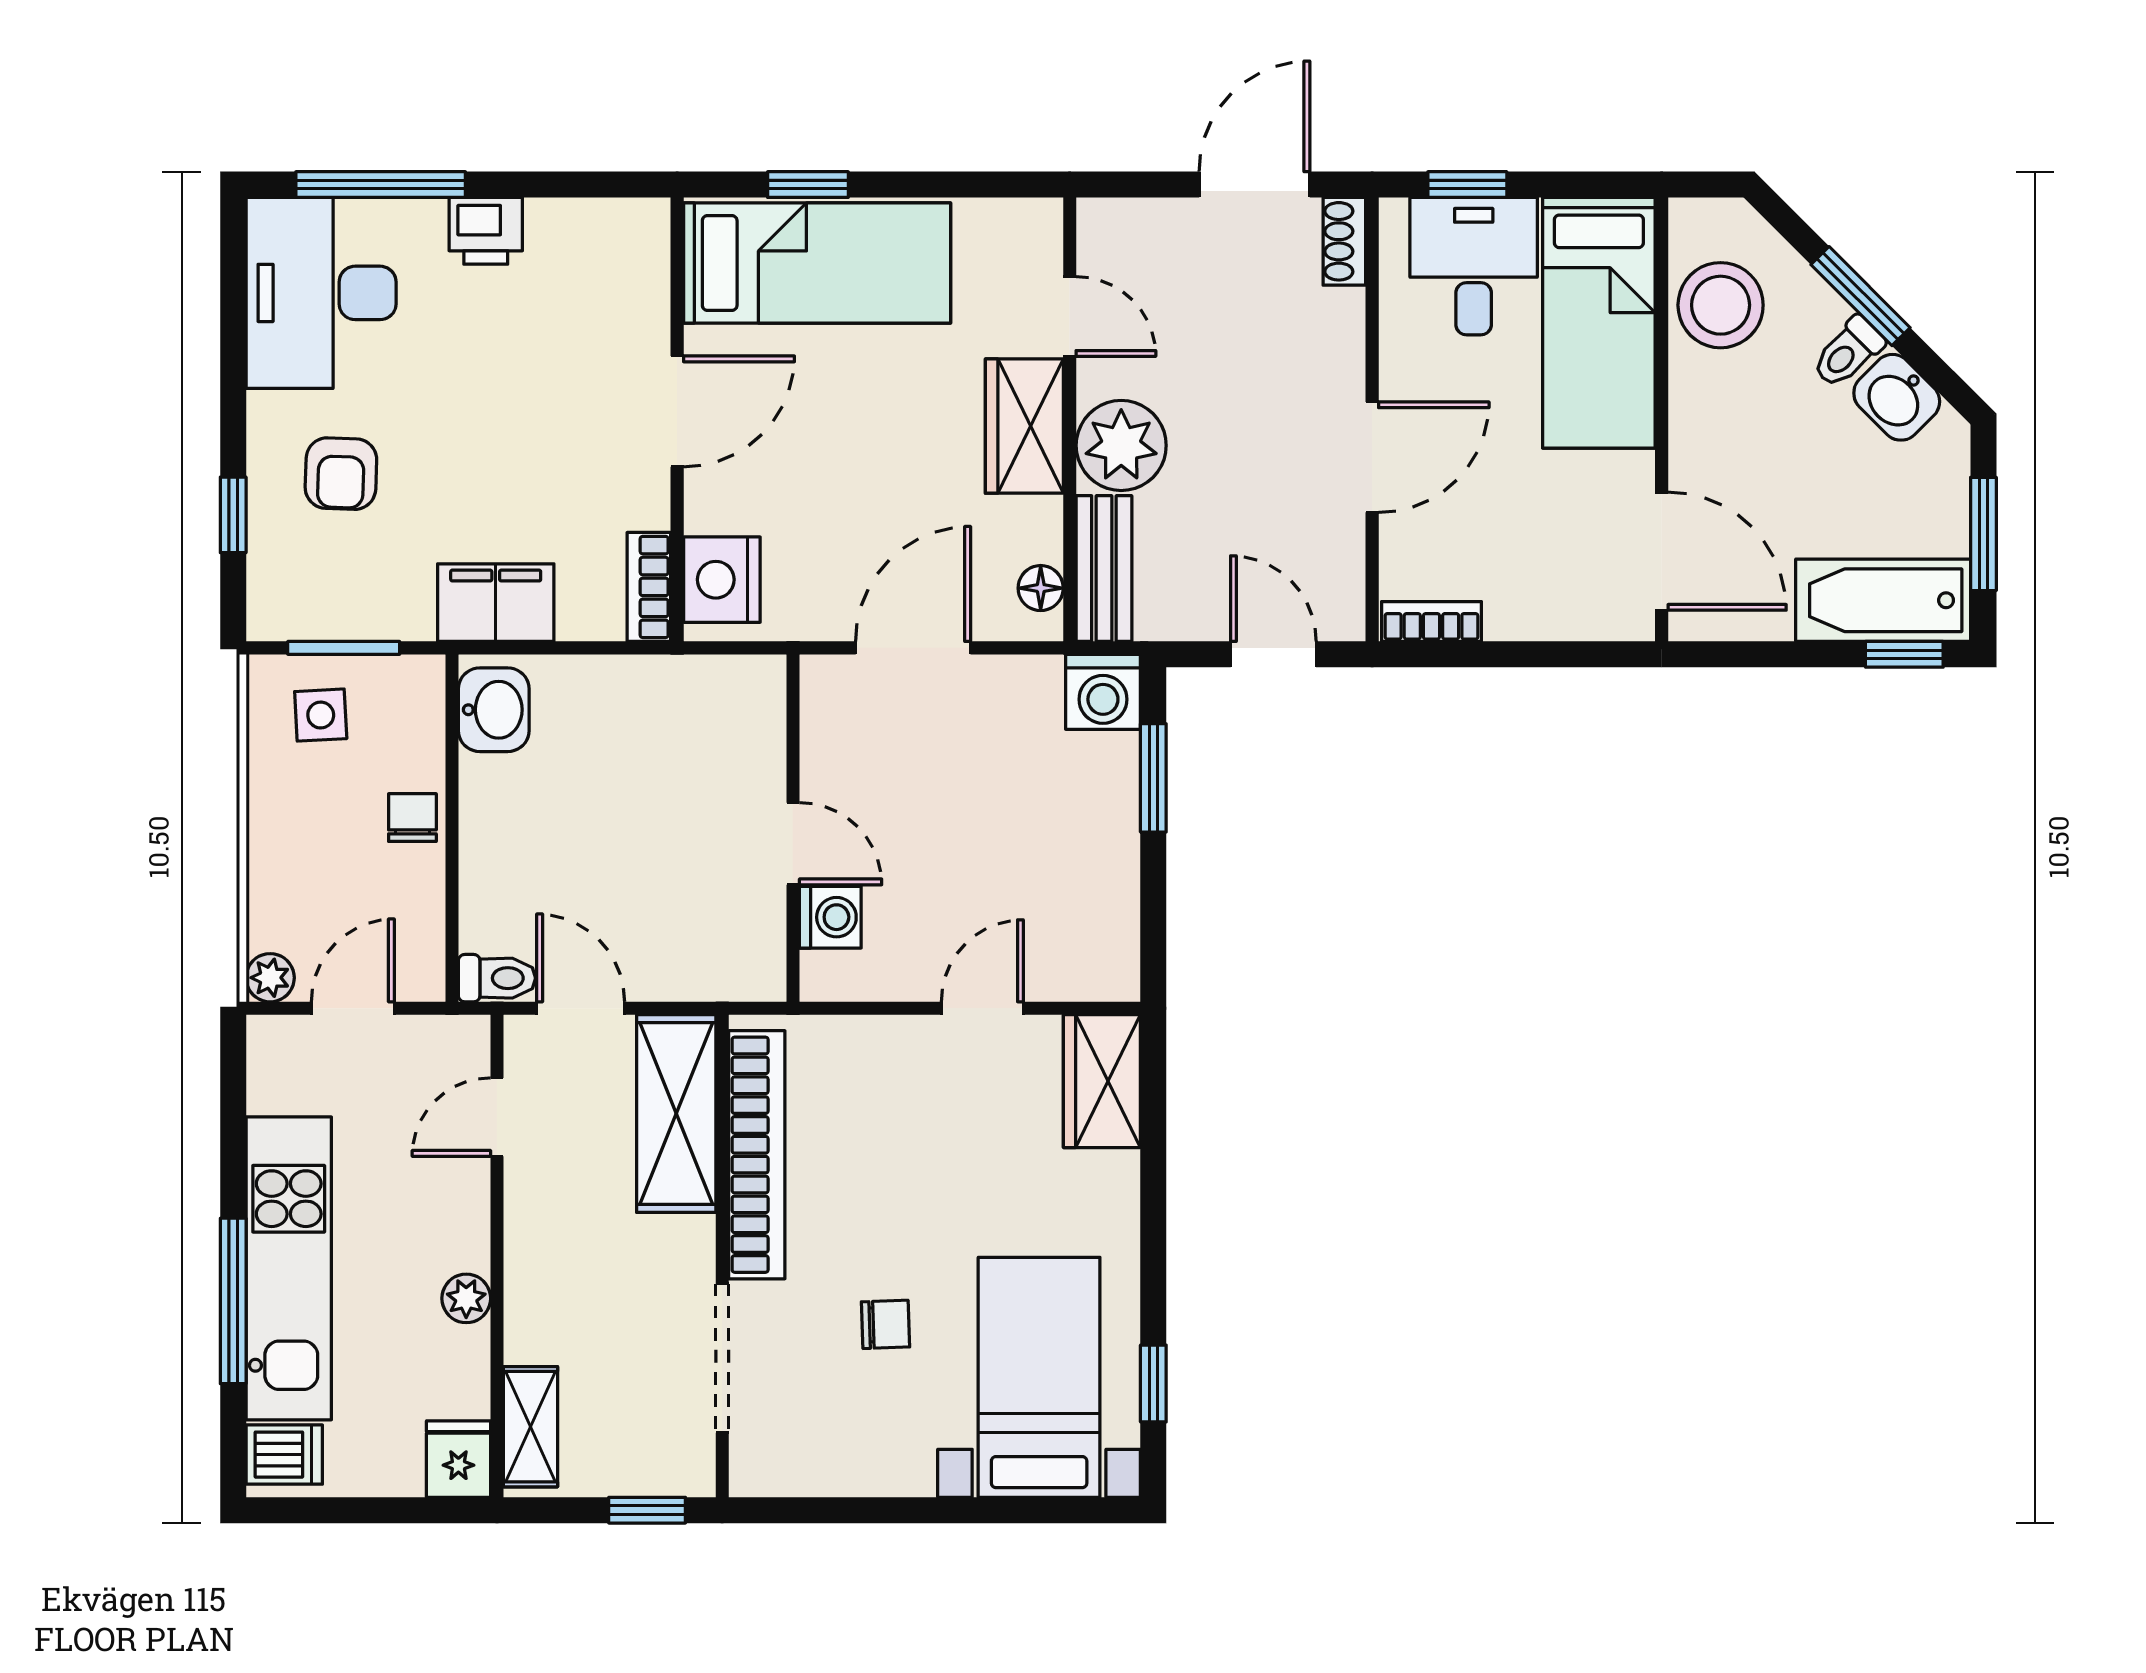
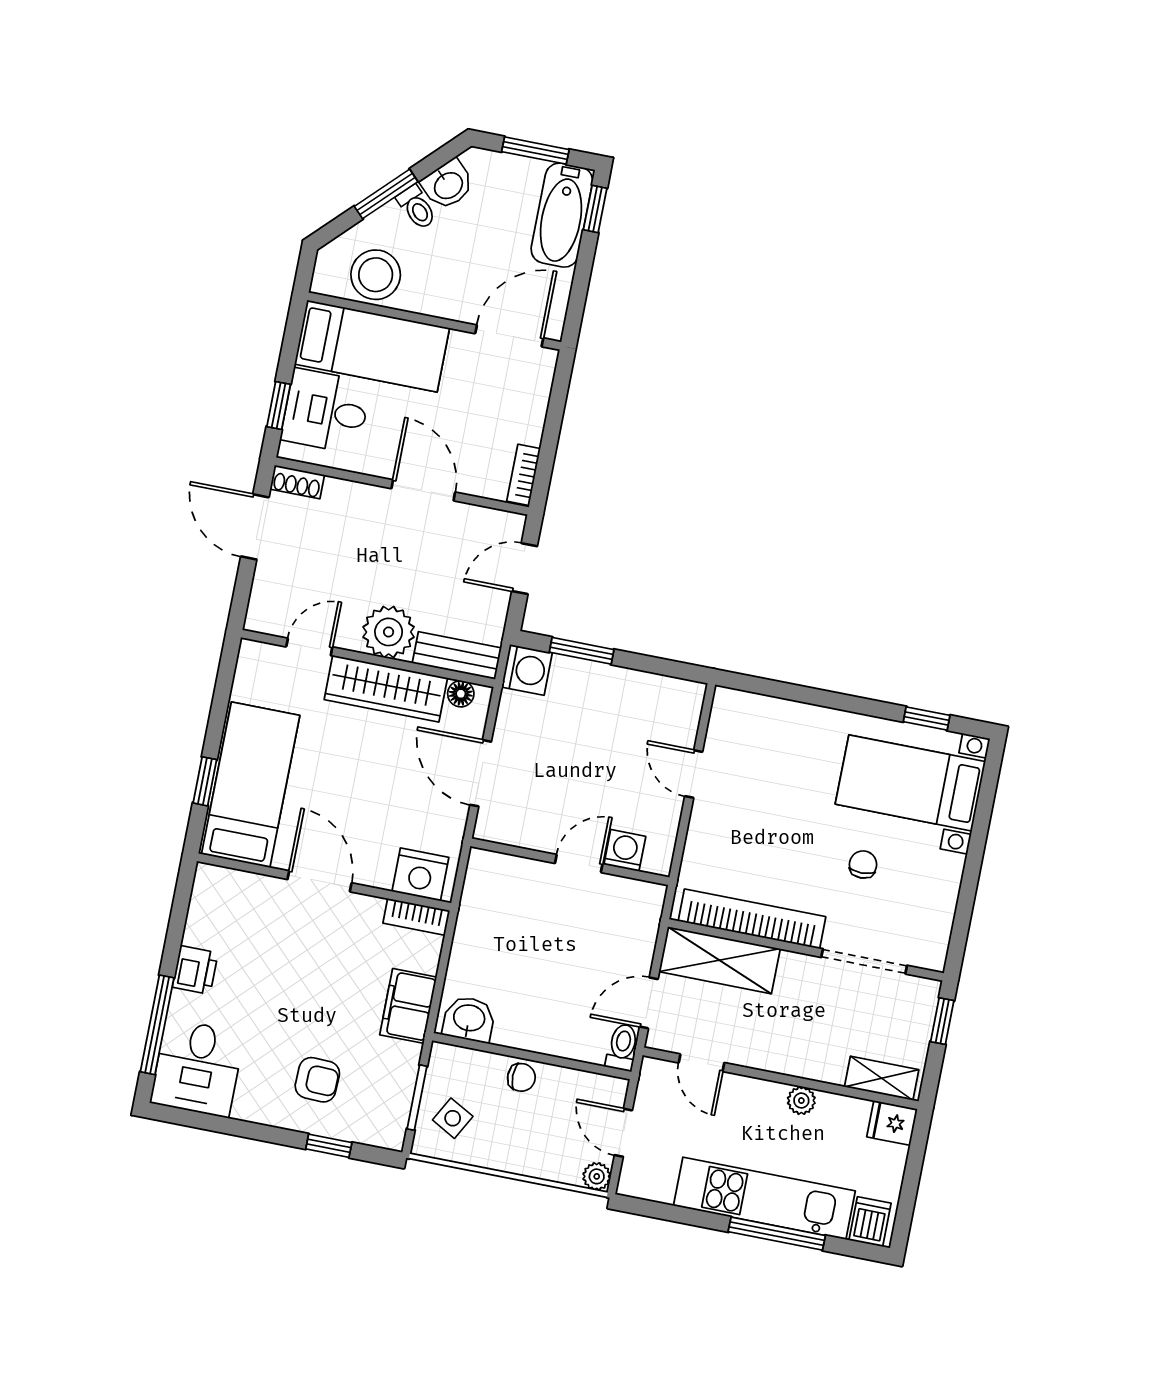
desk: (321, 293) -> (197, 1068), width x0.73
wardrobe: (1024, 426) -> (386, 689), width x1.50
side table: (321, 715) -> (453, 1118), turned 32
chair: (412, 818) -> (521, 1077), turned 180
wardrobe: (1102, 1081) -> (749, 714), removed

